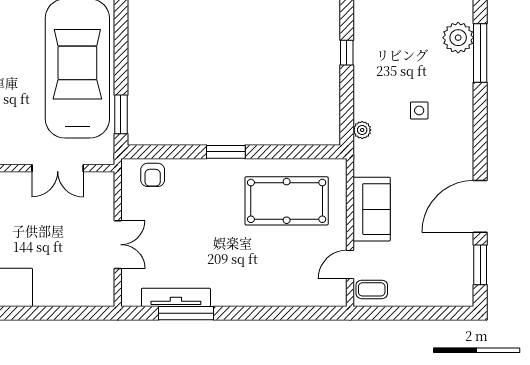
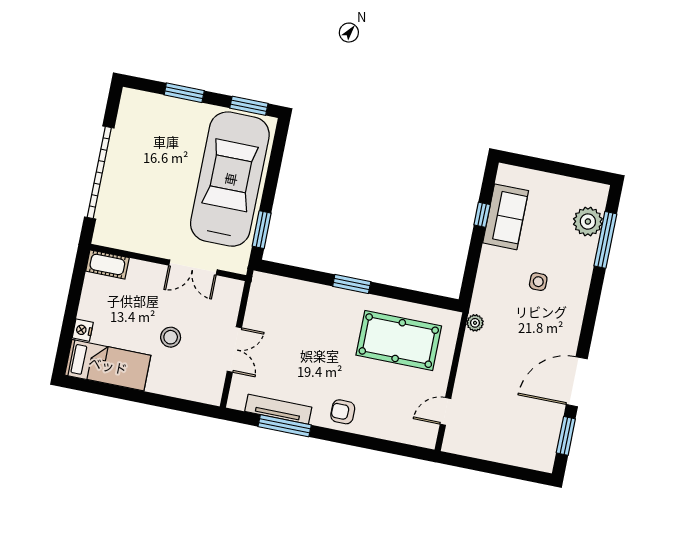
plant: (362, 130) -> (475, 323), moved
armchair: (153, 175) -> (343, 412), moved, turned 90
sofa: (372, 209) -> (506, 217), moved
stool: (49, 245) -> (171, 337), added
coffee table: (372, 289) -> (461, 438), removed

